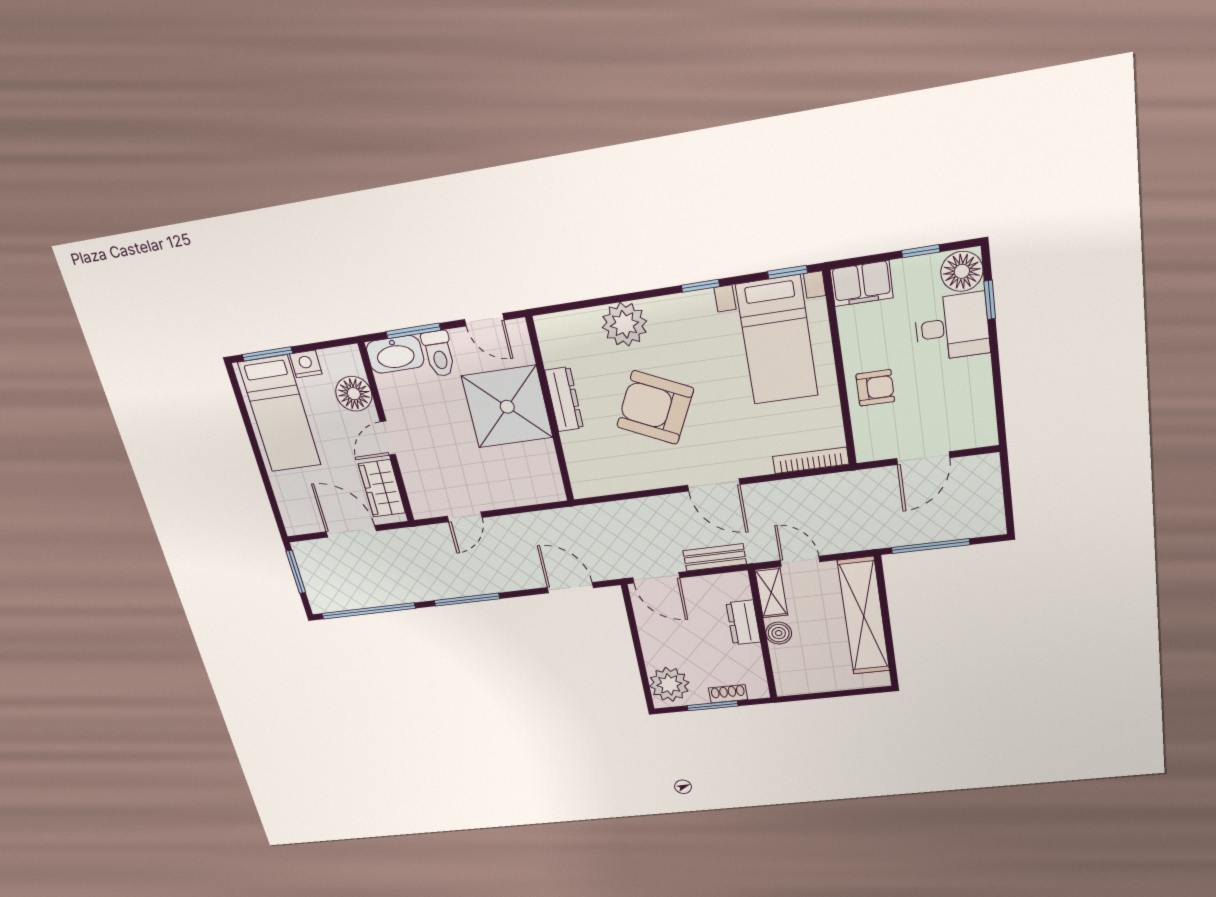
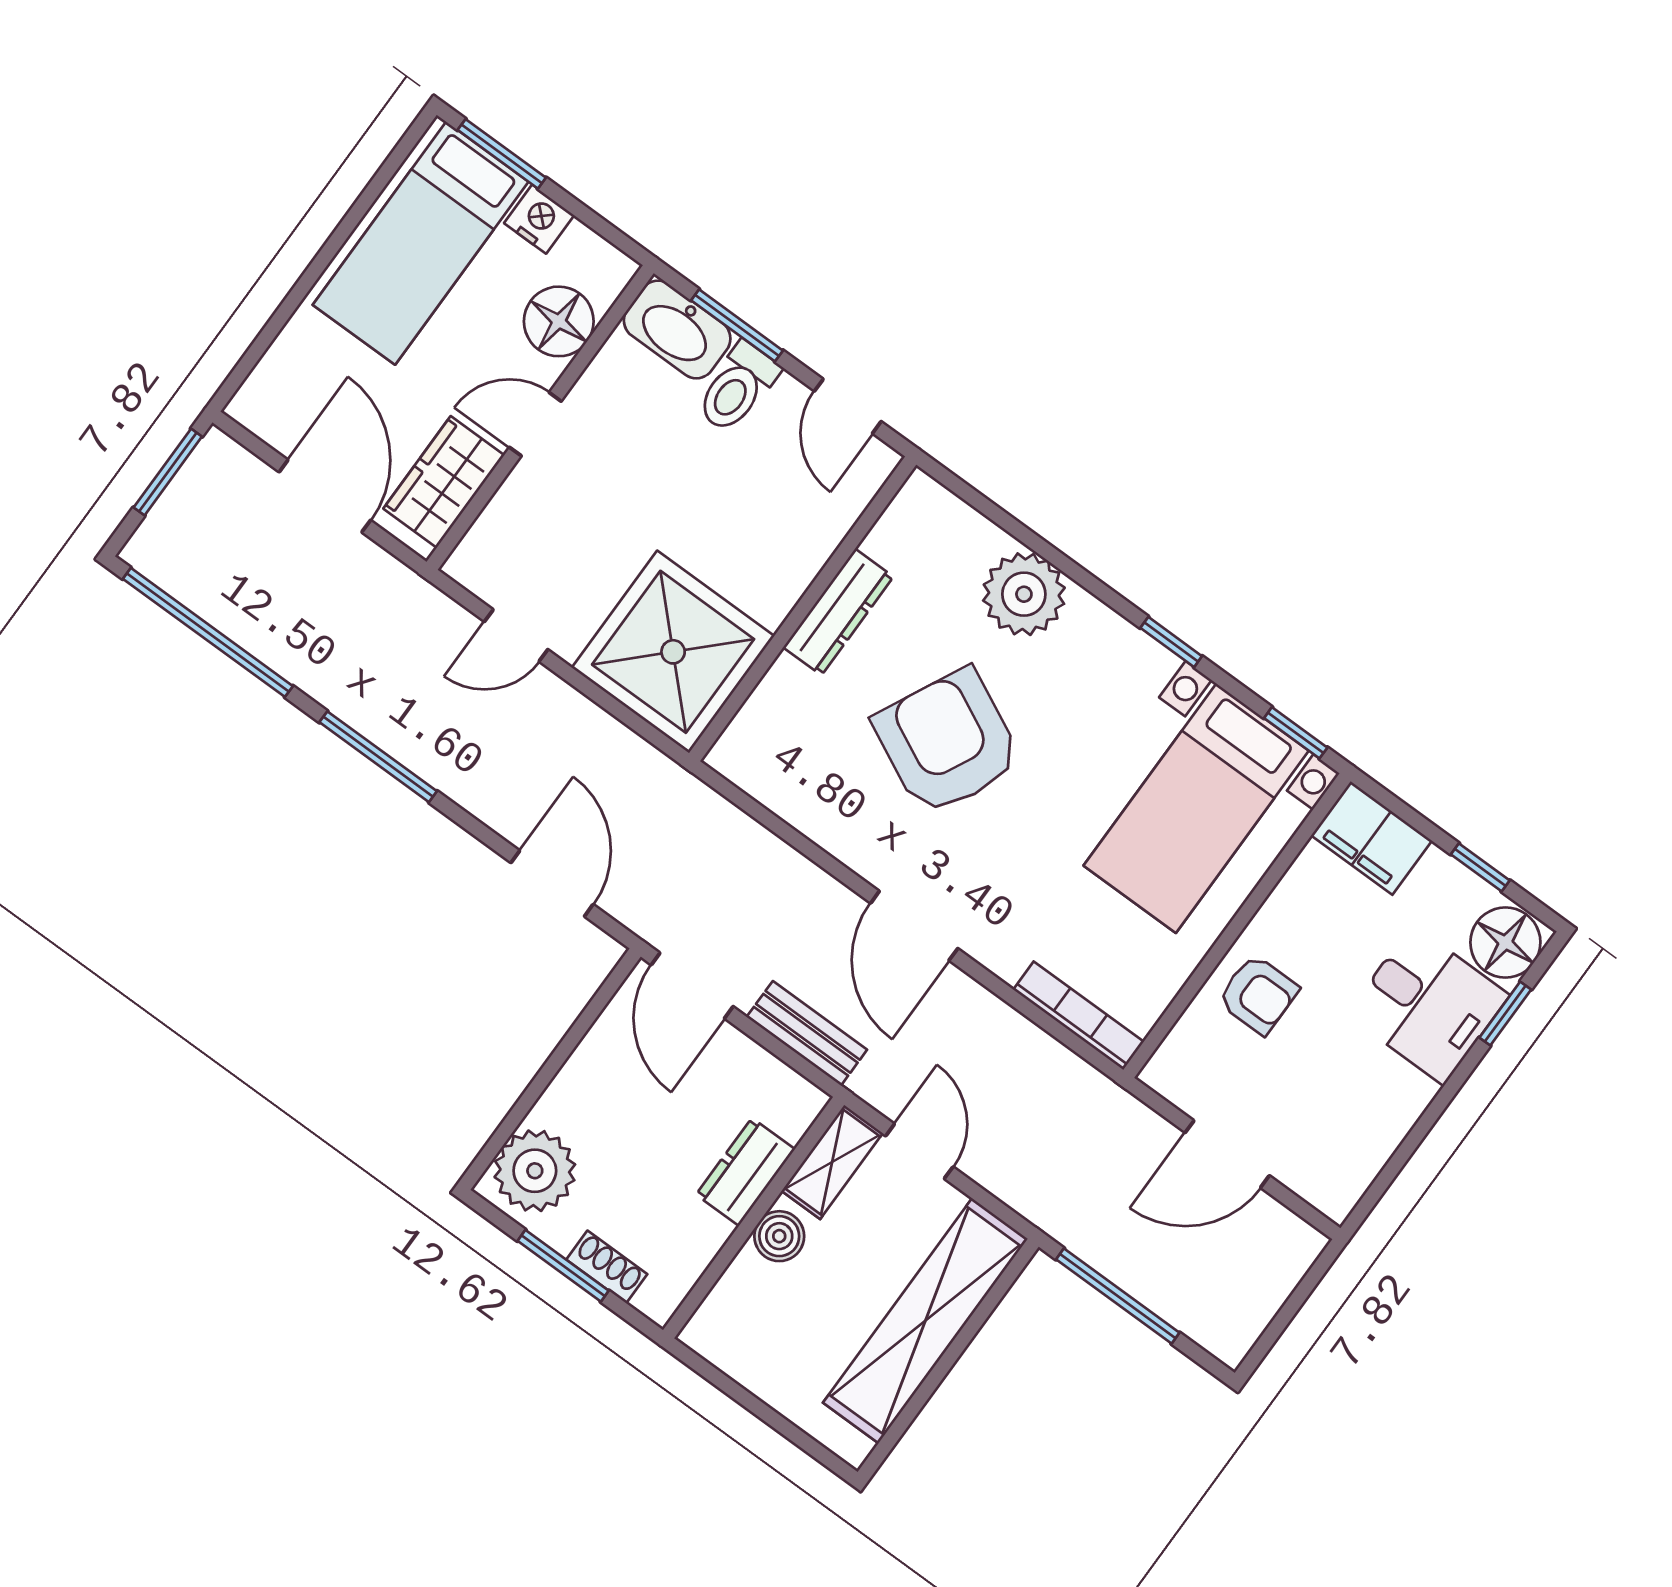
shower: (507, 407) -> (673, 652), moved

